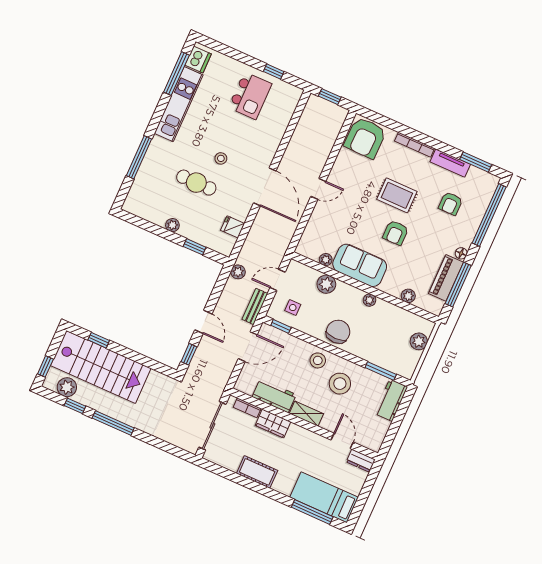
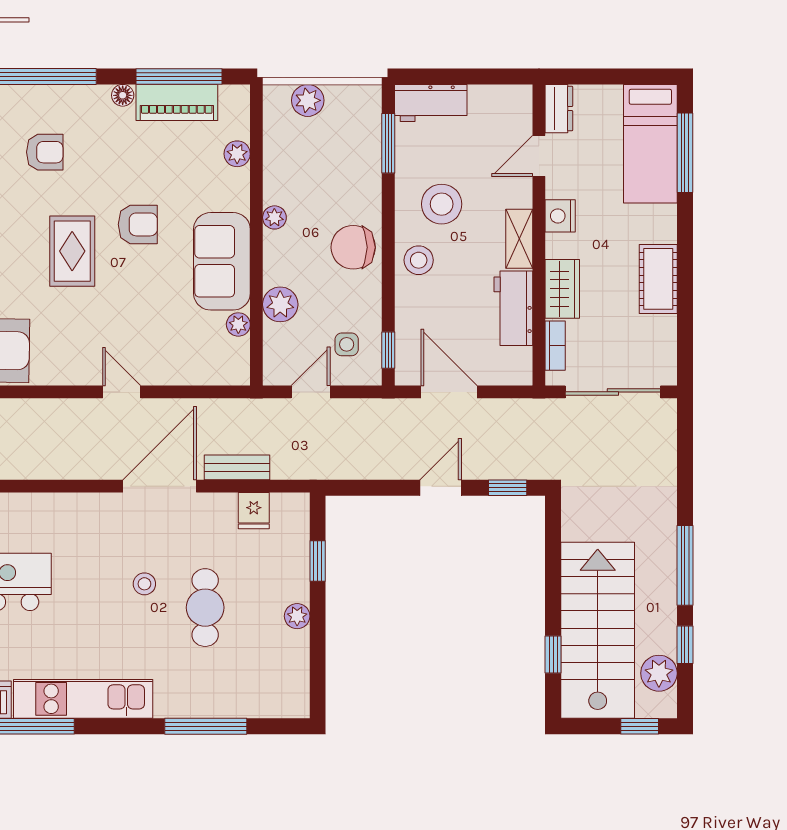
plant: (238, 272) -> (327, 466), removed
door: (278, 280) -> (311, 392), swing flipped
bench: (255, 306) -> (237, 467), moved
nightstand: (309, 438) -> (560, 216), added

